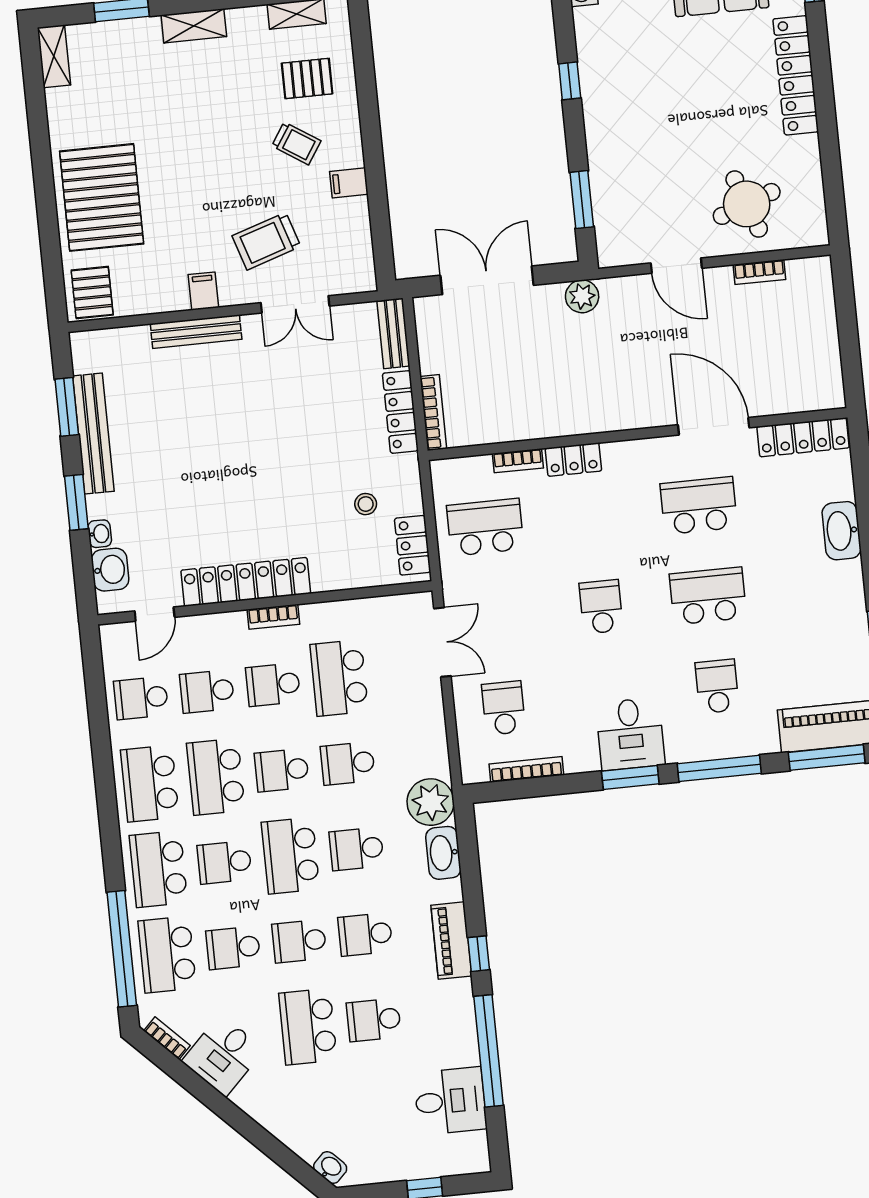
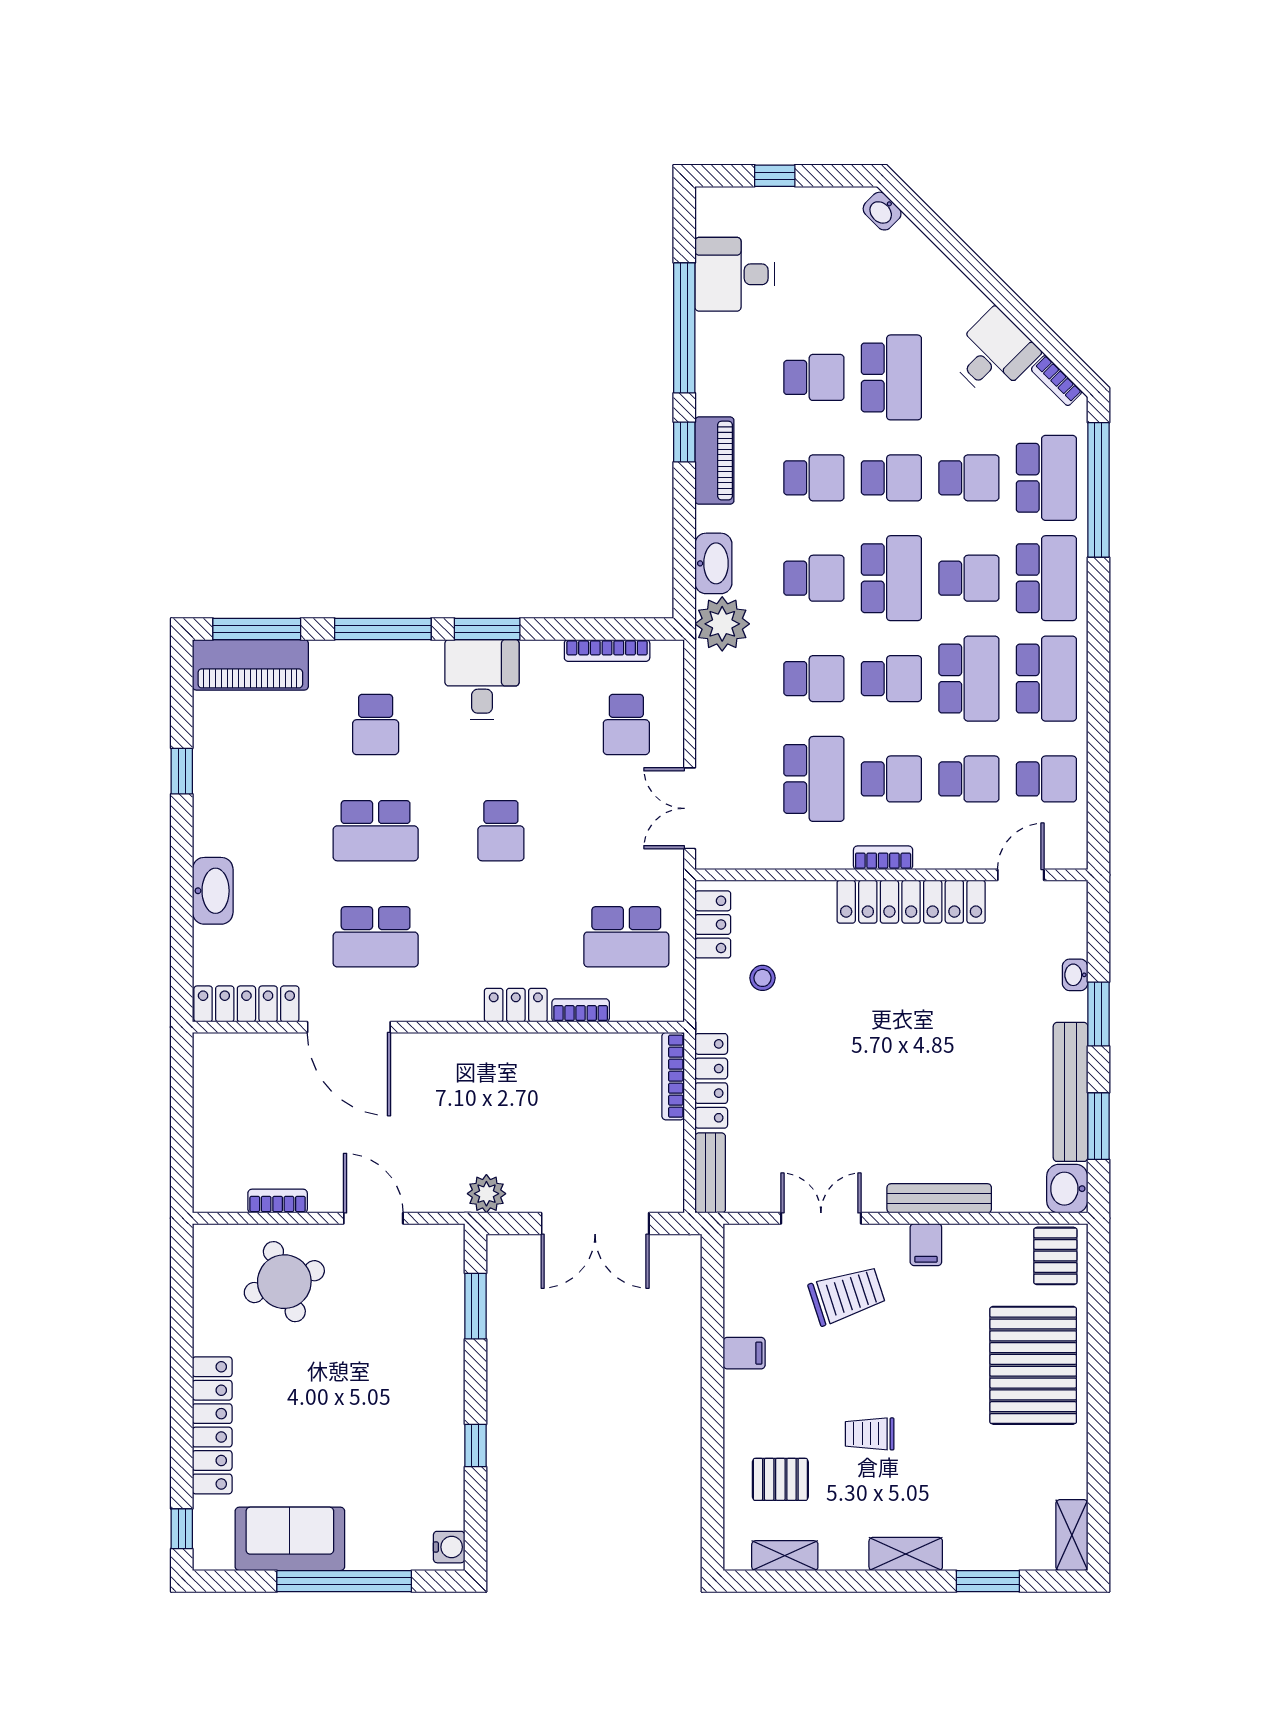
trolley: (296, 143) -> (870, 1434), moved, turned -33
washbasin: (110, 570) -> (1067, 1189), moved

